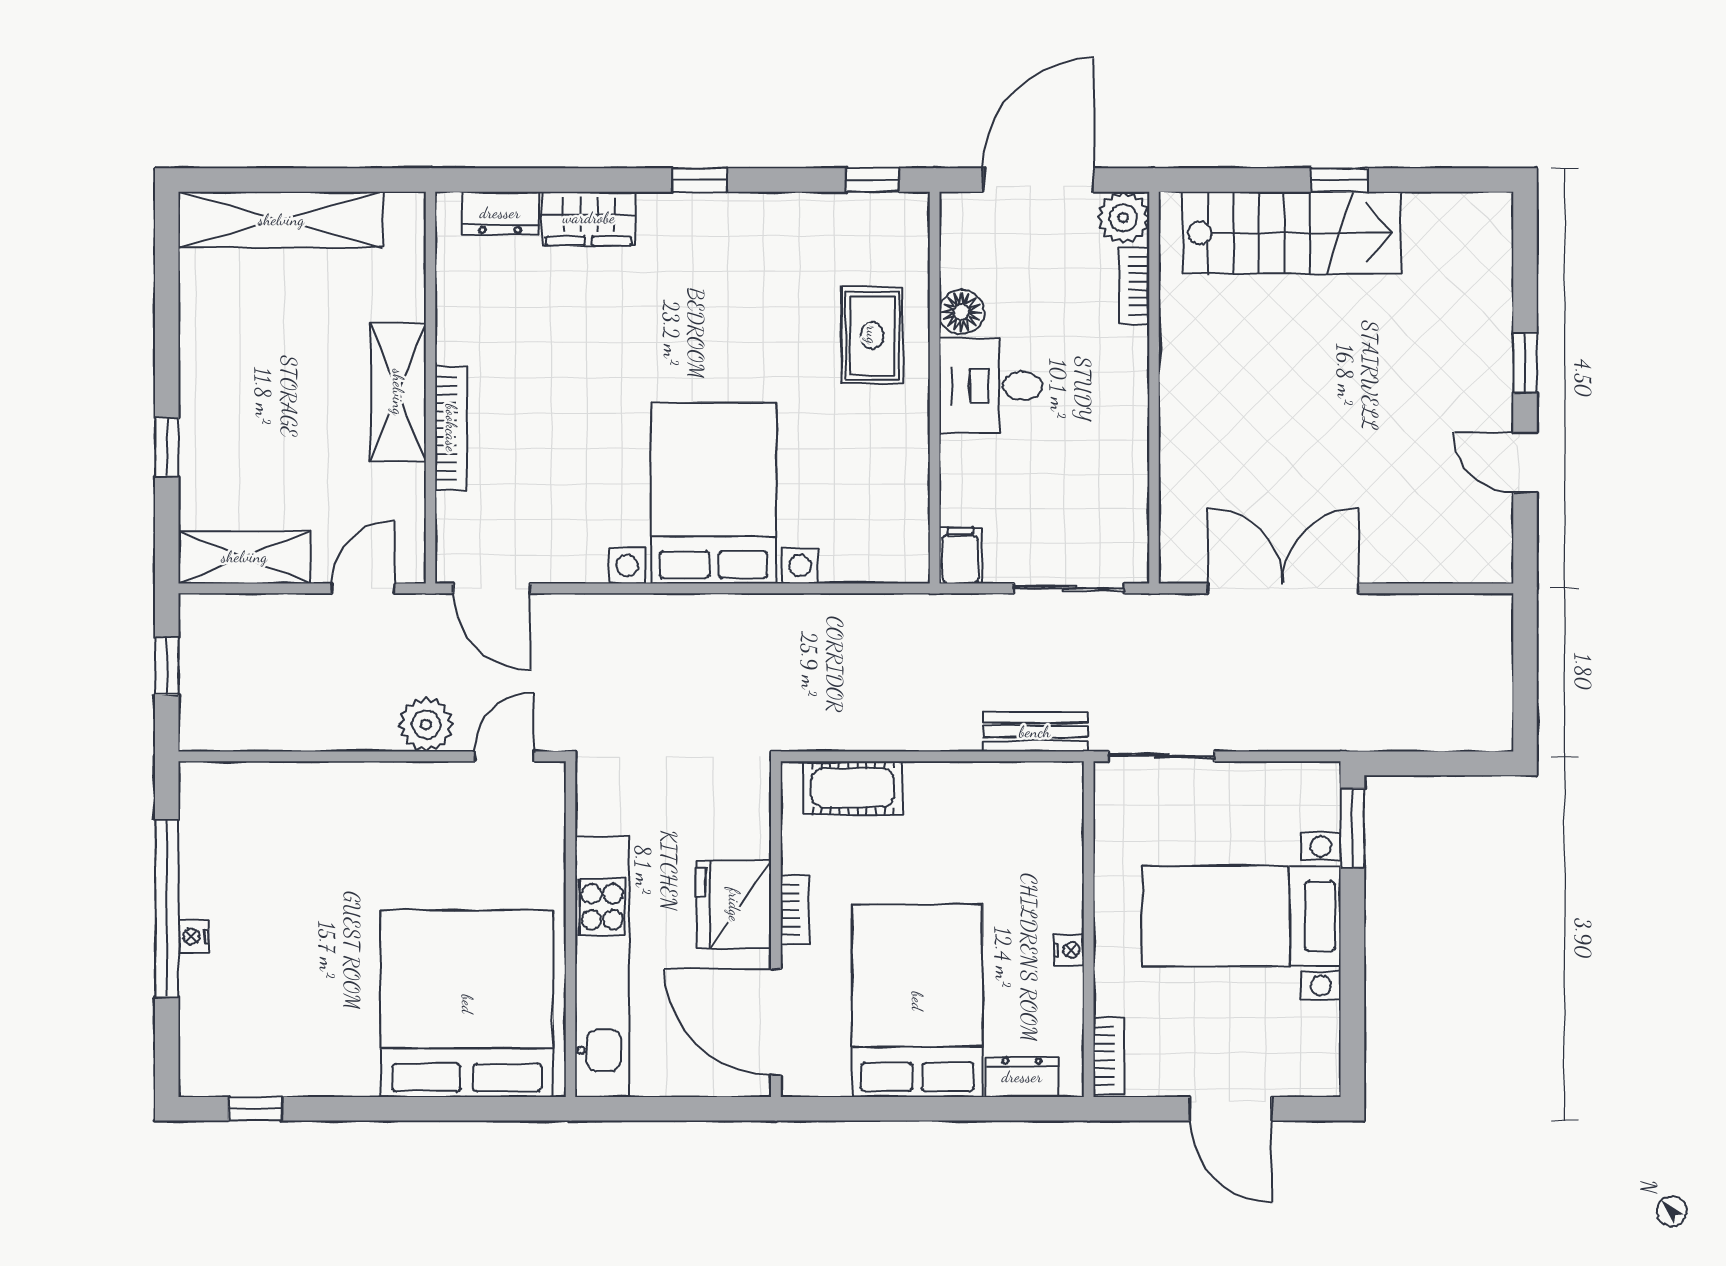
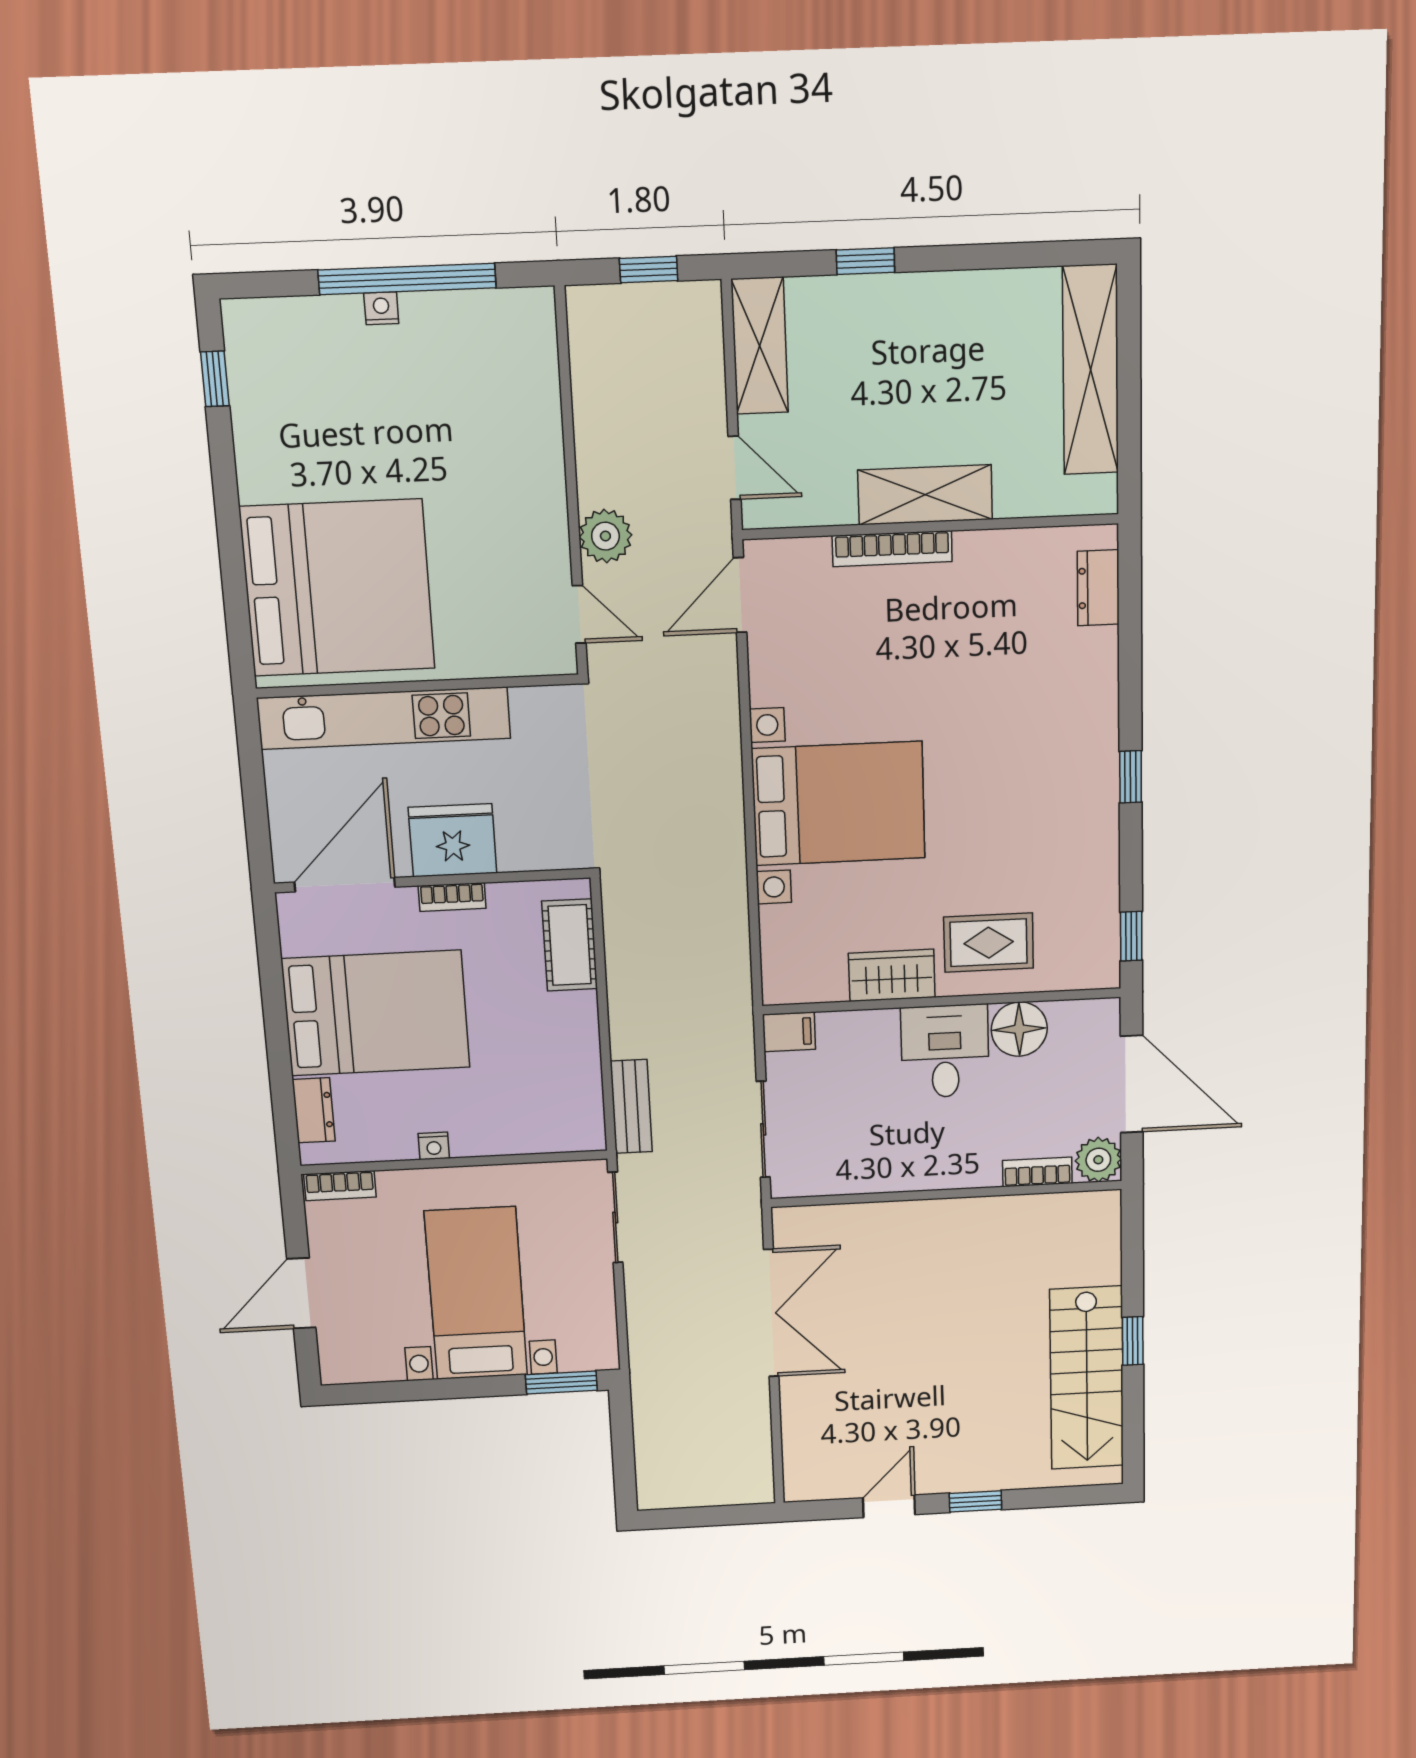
wardrobe: (589, 218) -> (892, 975), moved, turned 90
stairs: (1291, 233) -> (1087, 1378), moved
floor lamp: (962, 312) -> (1019, 1029), width x1.38, depth x1.38

